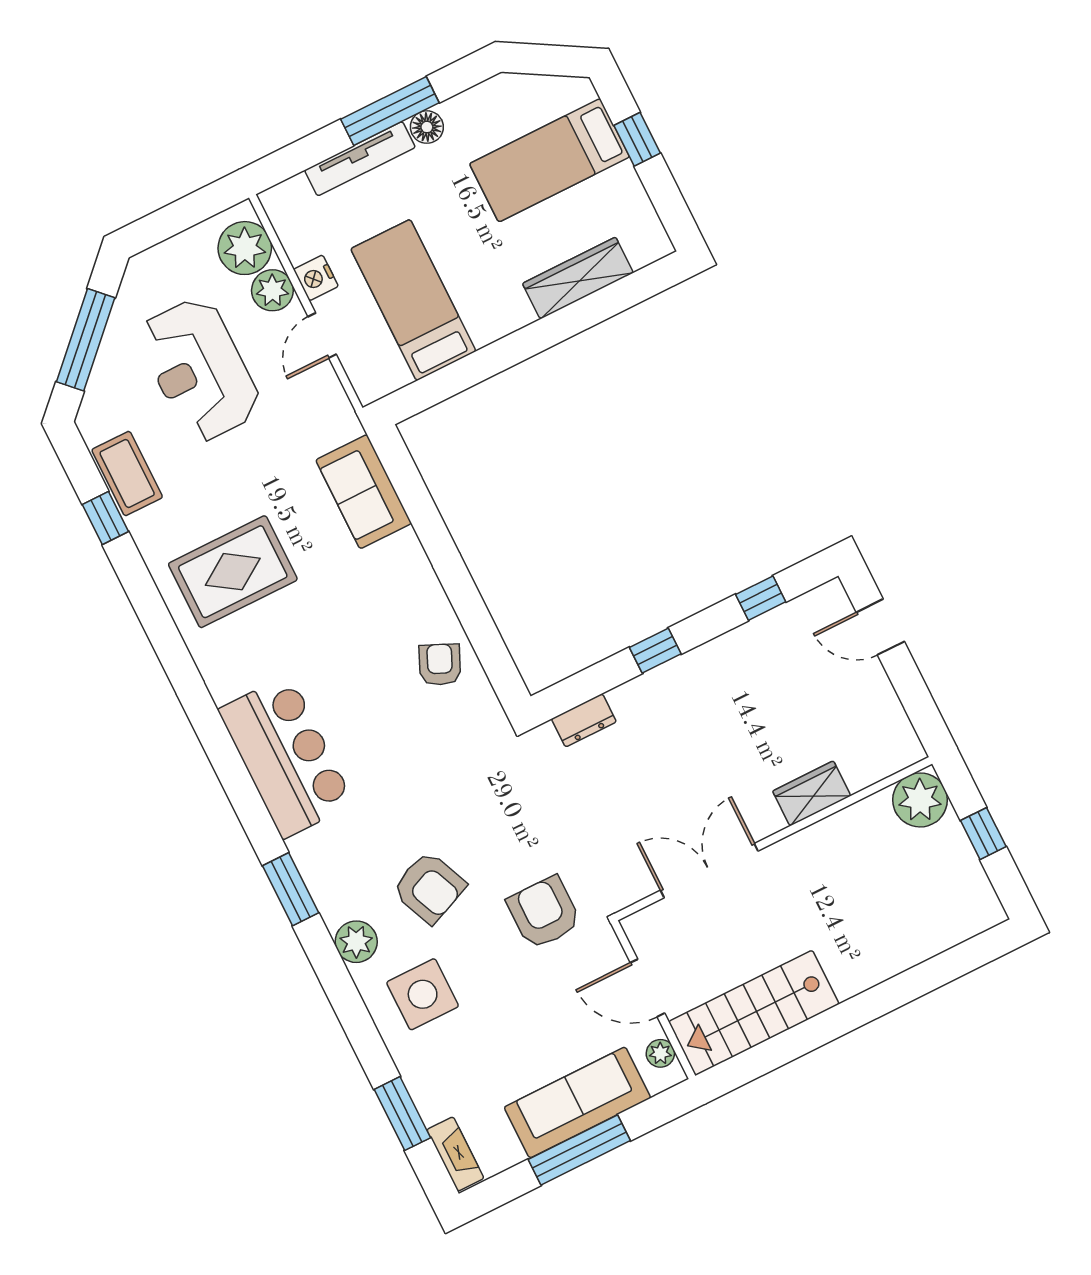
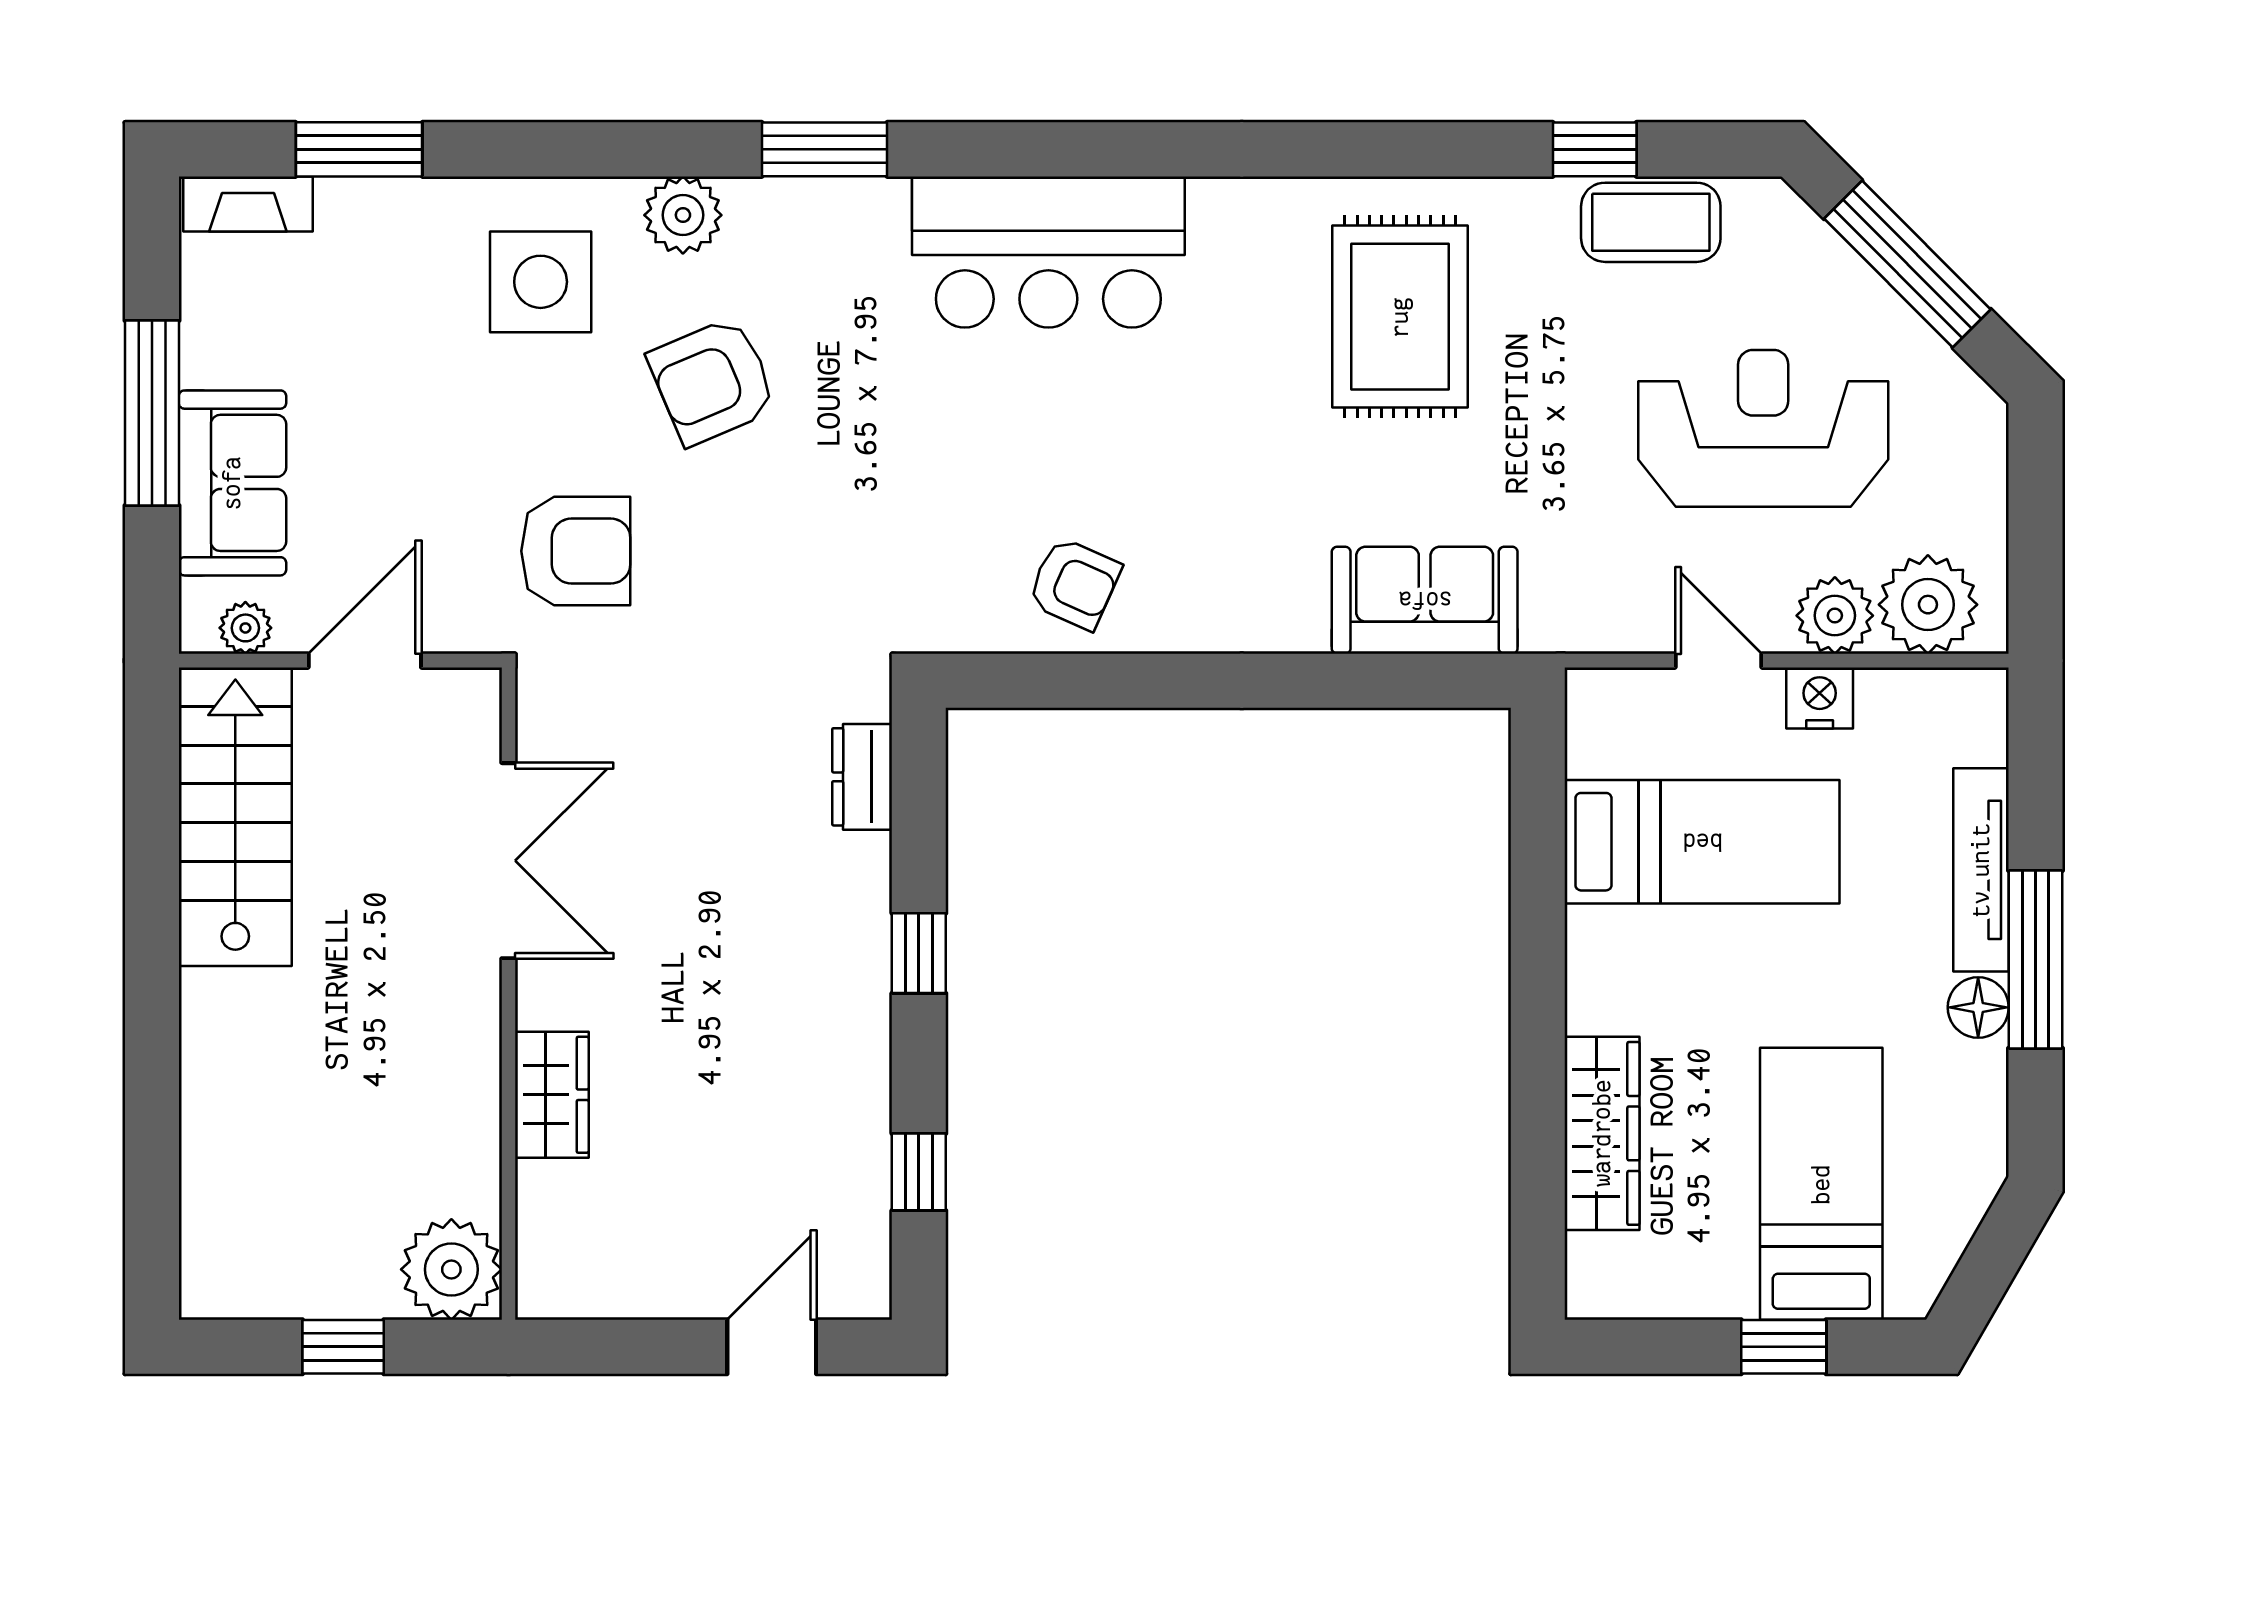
sofa: (577, 1102) -> (232, 483), width x0.73

